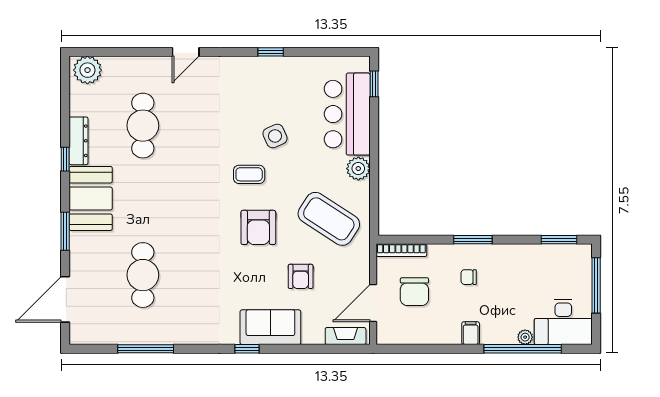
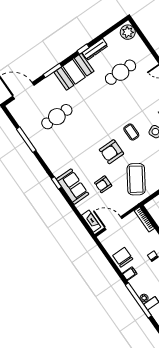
chair: (414, 292) -> (123, 257), moved, turned 90

